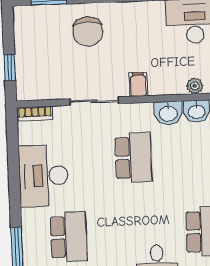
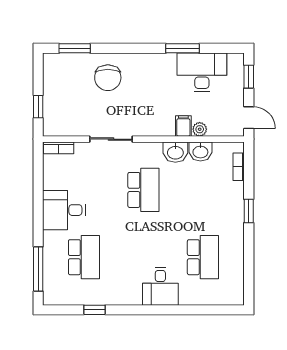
filing cabinet: (138, 84) -> (183, 126), moved
desk: (43, 176) -> (64, 210), width x0.73

